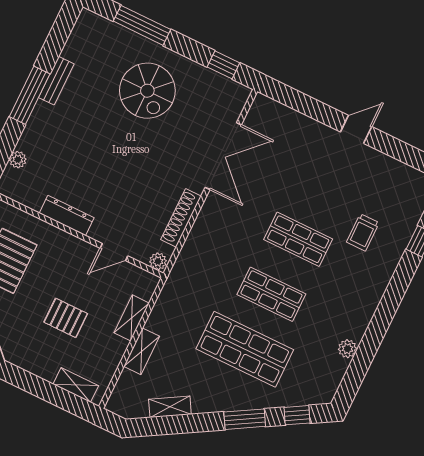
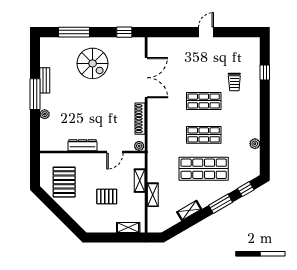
plant: (18, 160) -> (45, 114), moved
shelving: (170, 407) -> (189, 210), moved

